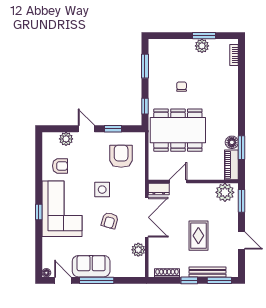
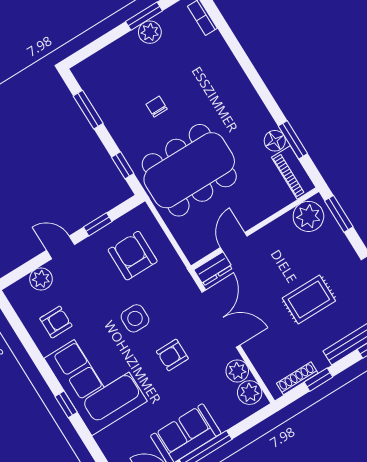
armchair: (110, 221) -> (172, 355), turned 74
rug: (198, 236) -> (309, 299), turned 90
plant: (138, 265) -> (250, 393), added
window: (189, 280) -> (318, 380), moved

